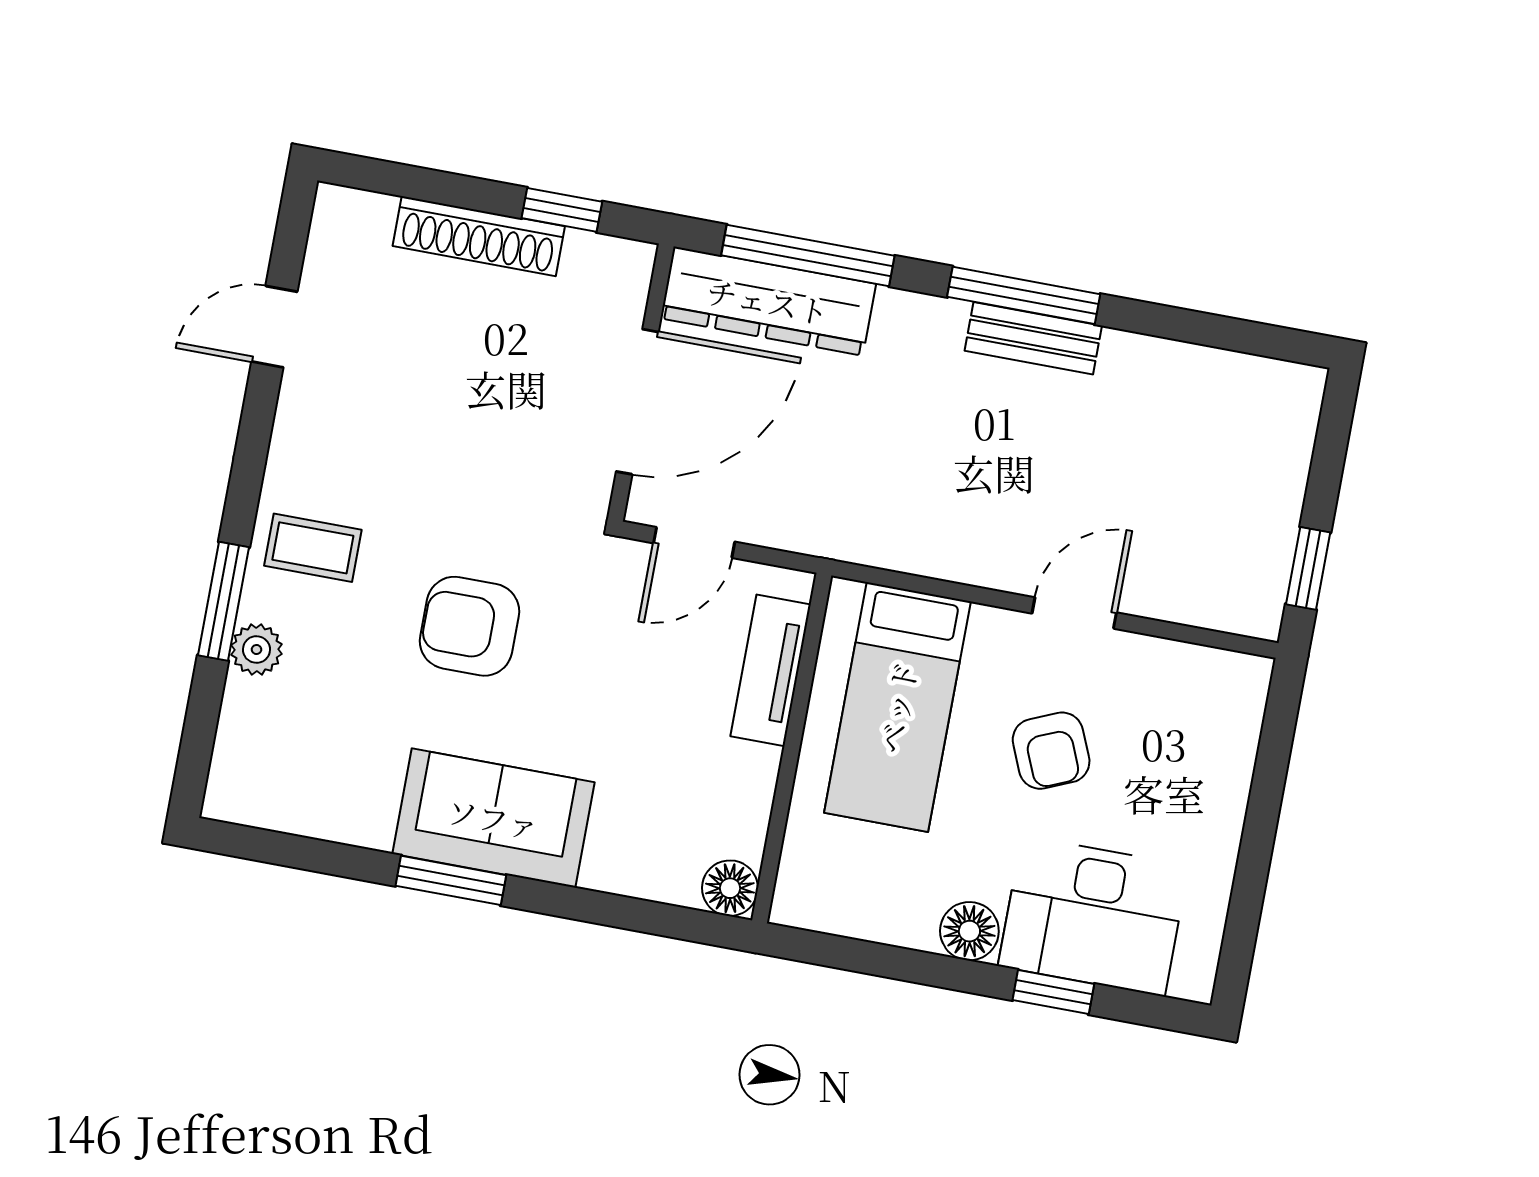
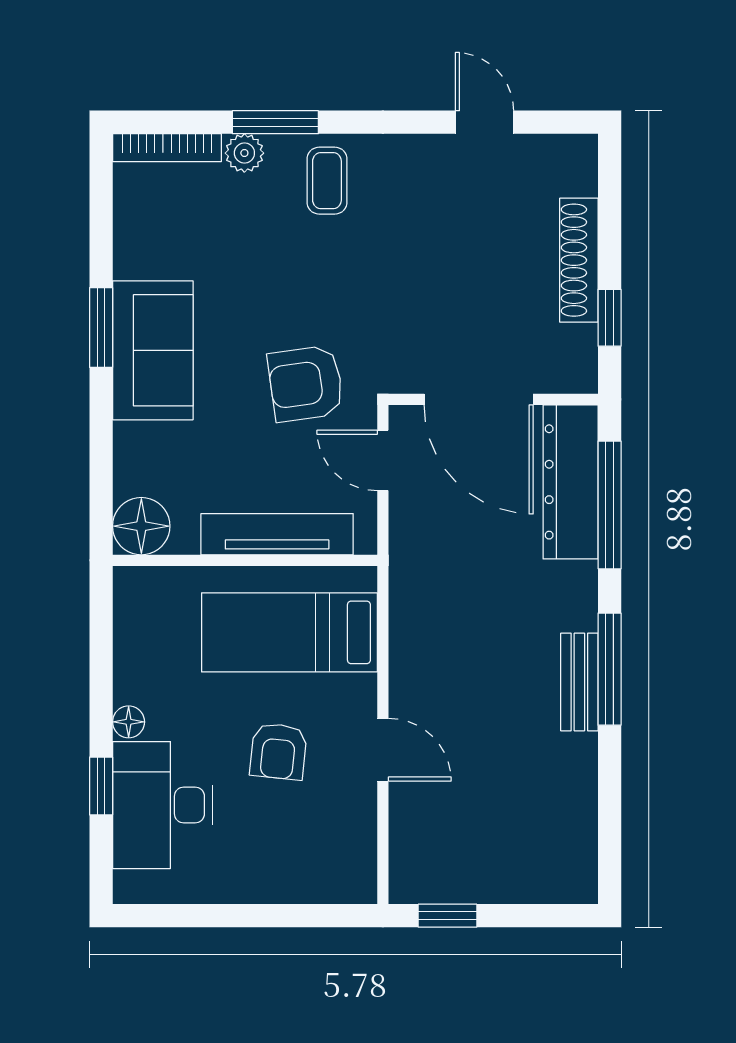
armchair: (470, 626) -> (306, 384), moved, turned -98
tv unit: (771, 670) -> (277, 534), width x1.41
bookcase: (231, 750) -> (167, 148), added
armchair: (1051, 751) -> (278, 751), turned -61
floor lamp: (730, 888) -> (141, 526), width x1.38, depth x1.38
floor lamp: (969, 931) -> (129, 722), width x0.73, depth x0.73

